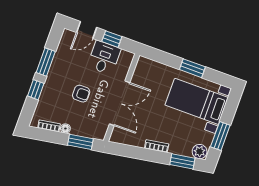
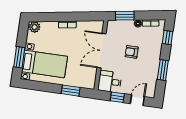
desk: (104, 58) -> (110, 82), moved, turned 90
window: (192, 68) -> (71, 91), moved
window: (36, 90) -> (168, 38), moved
window: (220, 136) -> (19, 57), moved
window: (182, 161) -> (46, 17), removed

